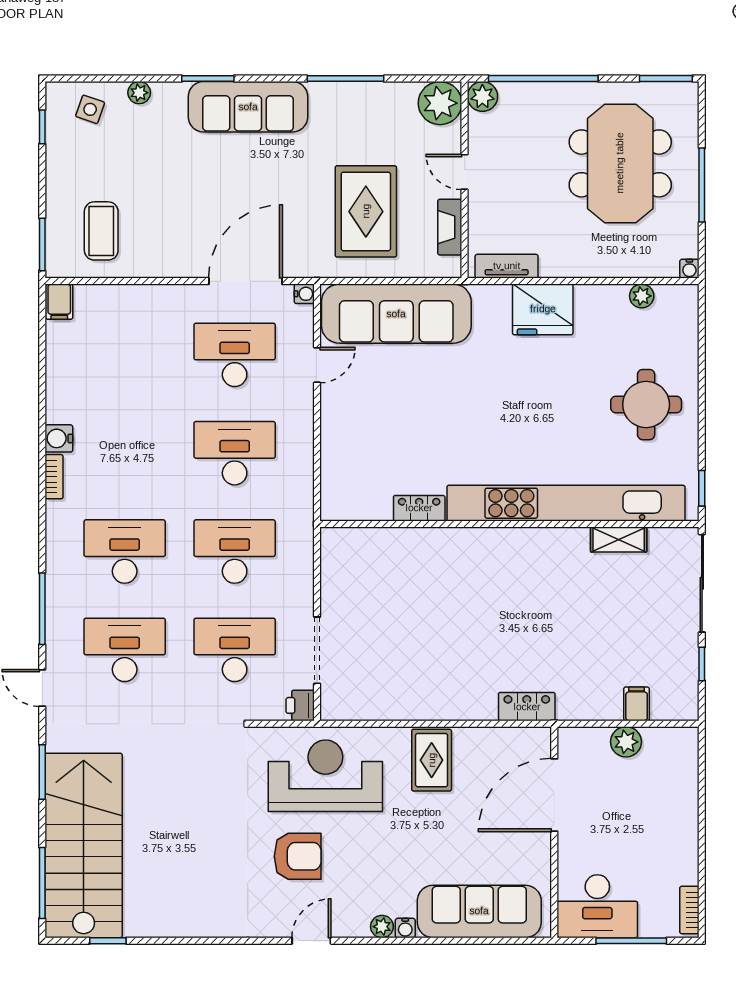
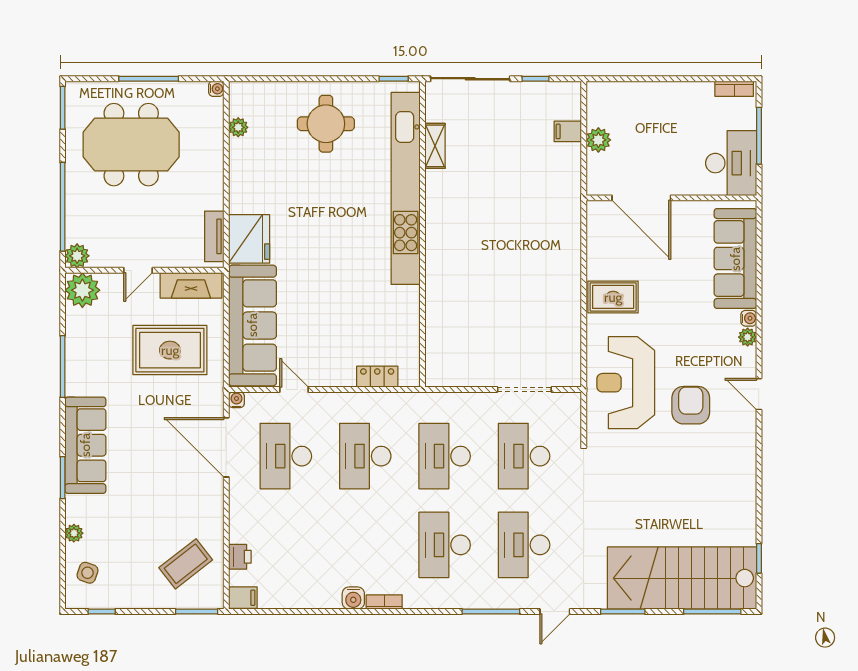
fireplace: (450, 227) -> (191, 285), width x1.37, depth x1.32
coffee table: (101, 231) -> (186, 564), turned -38
fridge: (543, 309) -> (249, 239), moved
locker: (419, 508) -> (377, 377), moved, turned 90
printer: (300, 705) -> (240, 557), moved, turned -90
locker: (527, 707) -> (570, 220), removed

